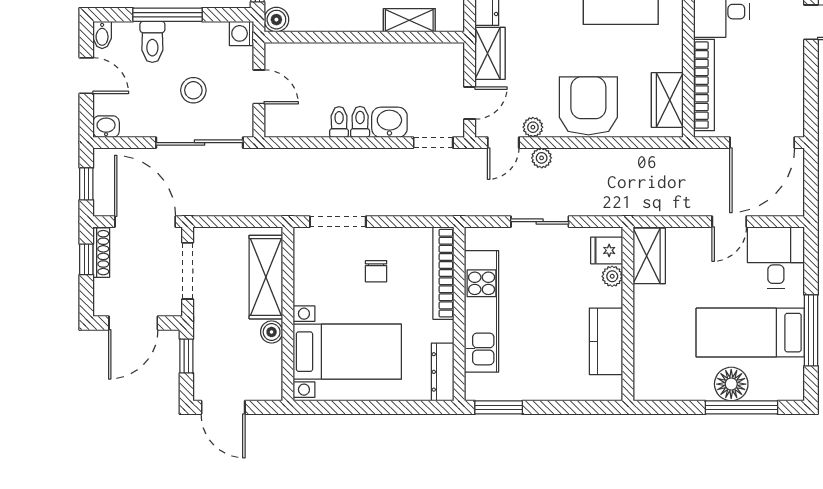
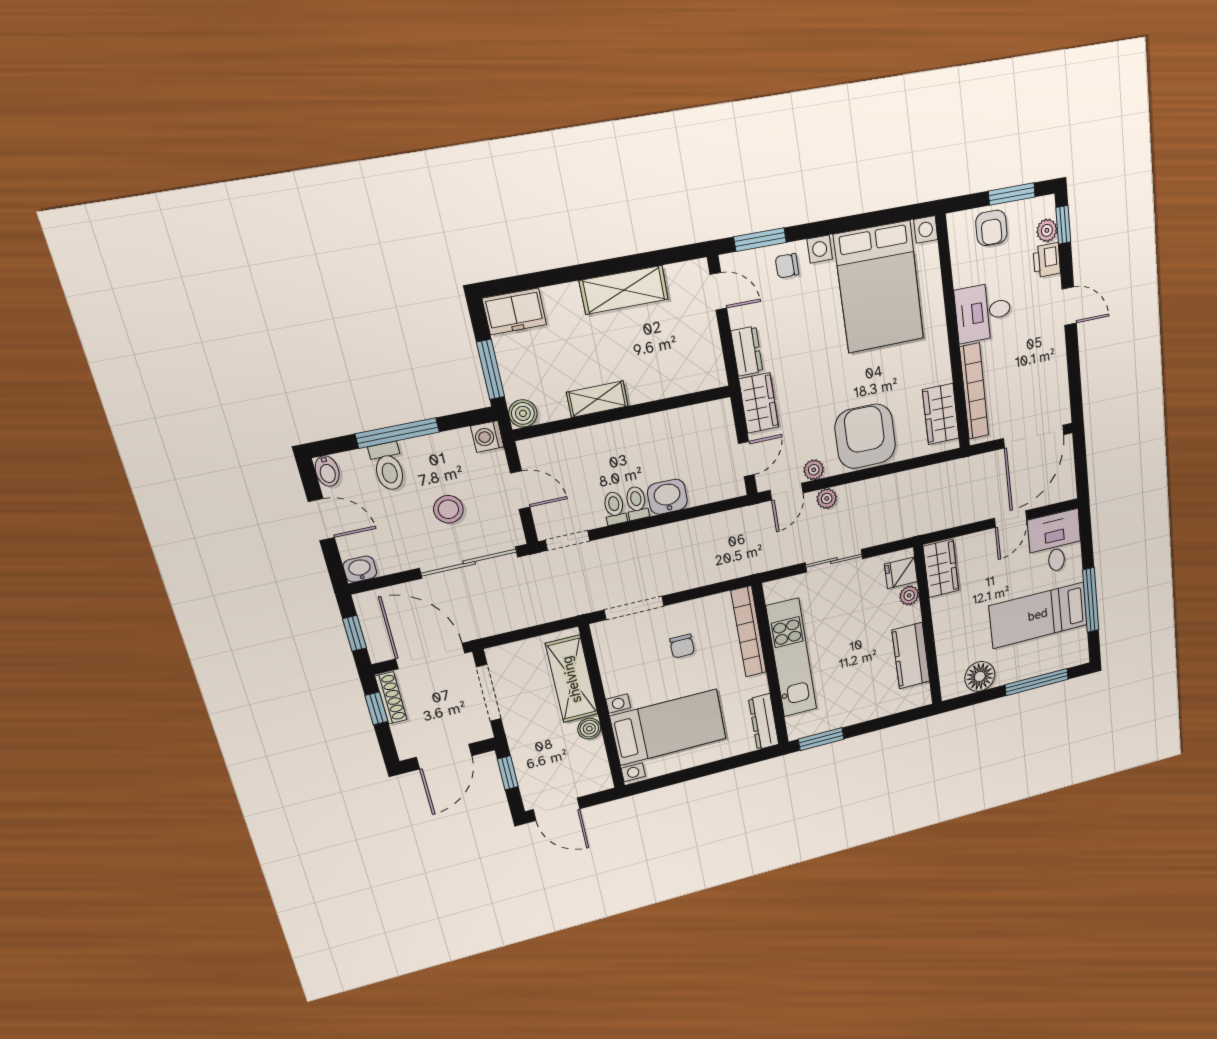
shelving: (409, 20) -> (597, 399), moved
doorway: (433, 143) -> (568, 541), moved
floor lamp: (731, 384) -> (980, 676), moved

